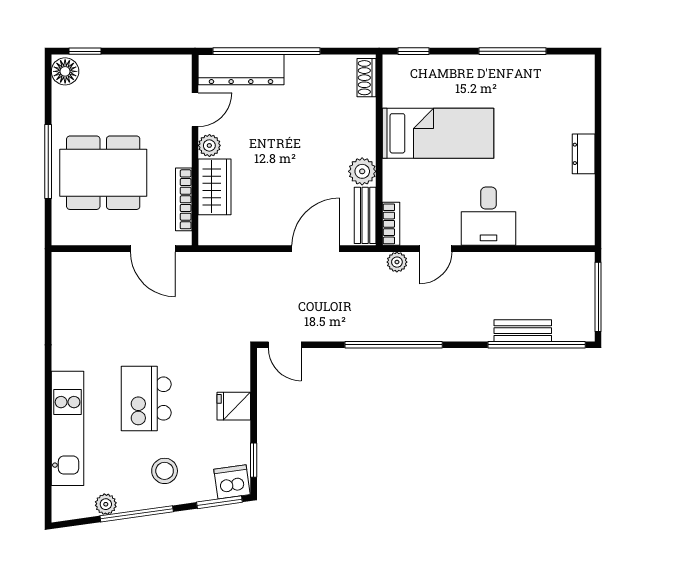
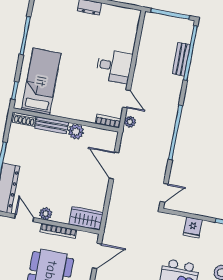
bed: (438, 133) -> (41, 81), moved
wardrobe: (214, 187) -> (86, 218), moved
bookcase: (184, 199) -> (58, 231), moved
bench: (365, 215) -> (52, 125), moved

